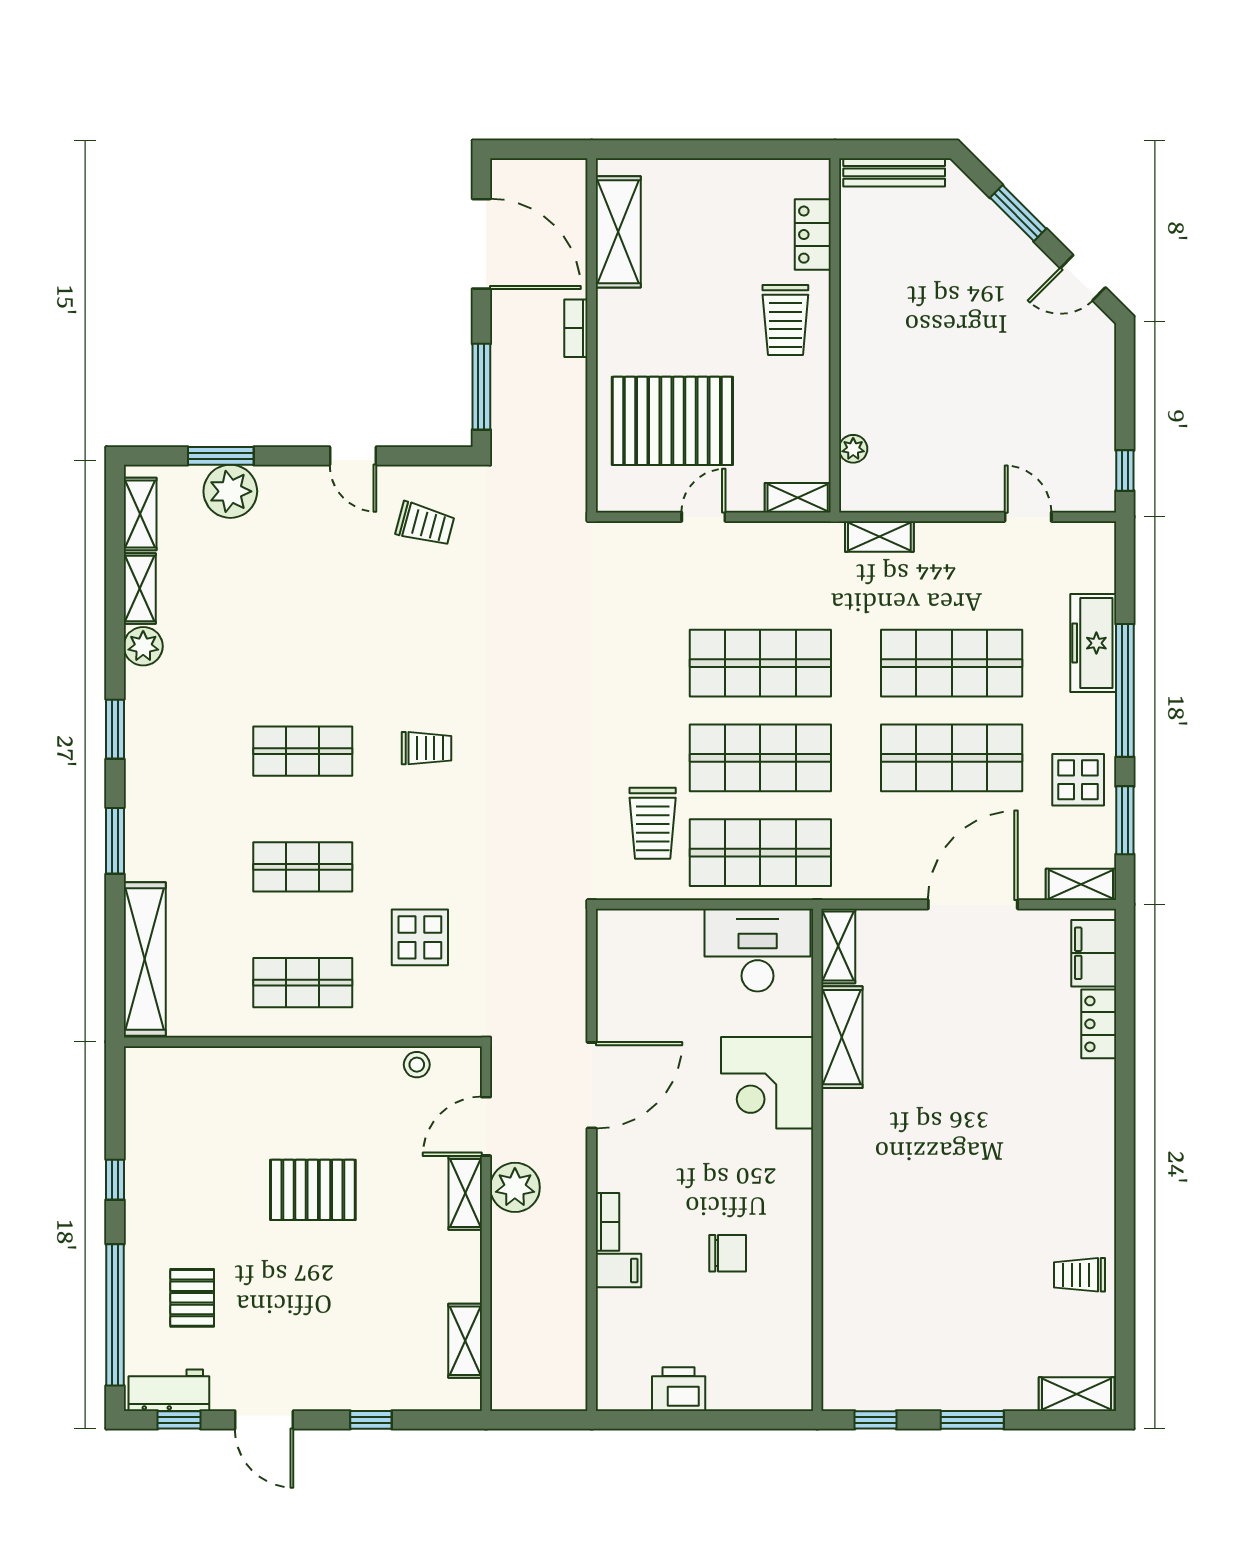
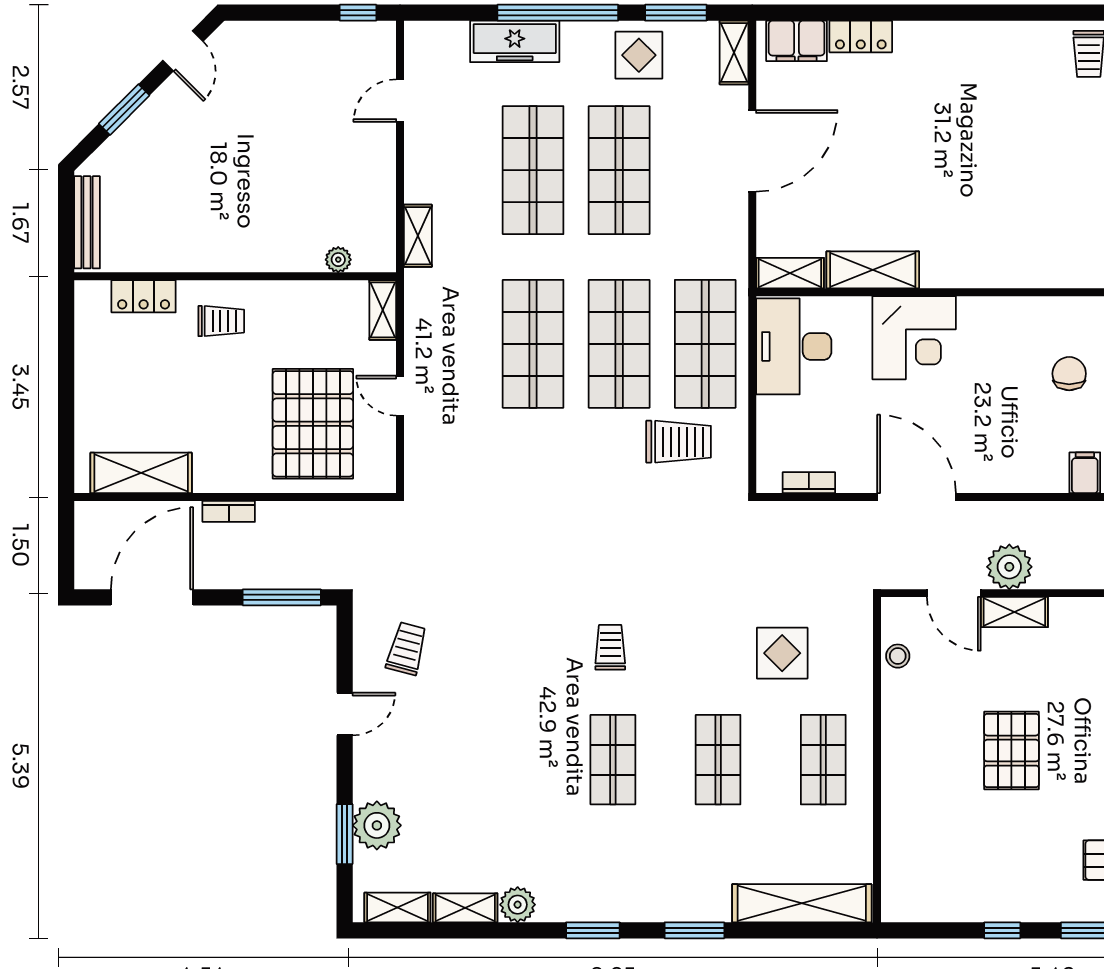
trolley: (785, 320) -> (221, 321), width x0.73, depth x0.72
door: (973, 904) -> (752, 151), swing flipped
bookcase: (608, 1222) -> (809, 483), moved

